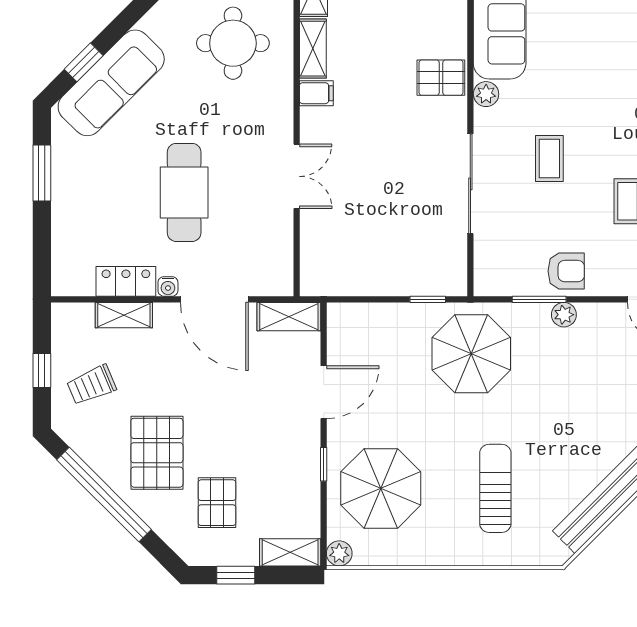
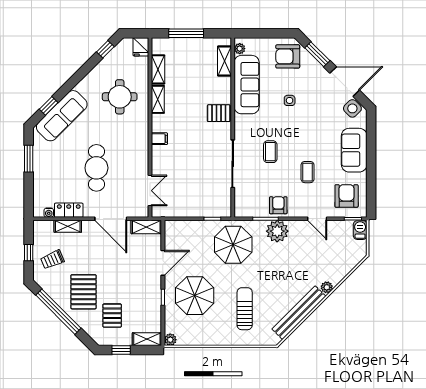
side table: (590, 51) -> (290, 100), added
filing cabinet: (316, 93) -> (159, 139), moved
plant: (486, 94) -> (240, 121), removed
double door: (297, 176) -> (150, 191), moved
armchair: (566, 271) -> (278, 205), turned -90
water cooler: (168, 286) -> (49, 213), moved
plant: (564, 315) -> (277, 231), width x1.88, depth x1.88
parasol: (381, 488) -> (195, 296), moved

